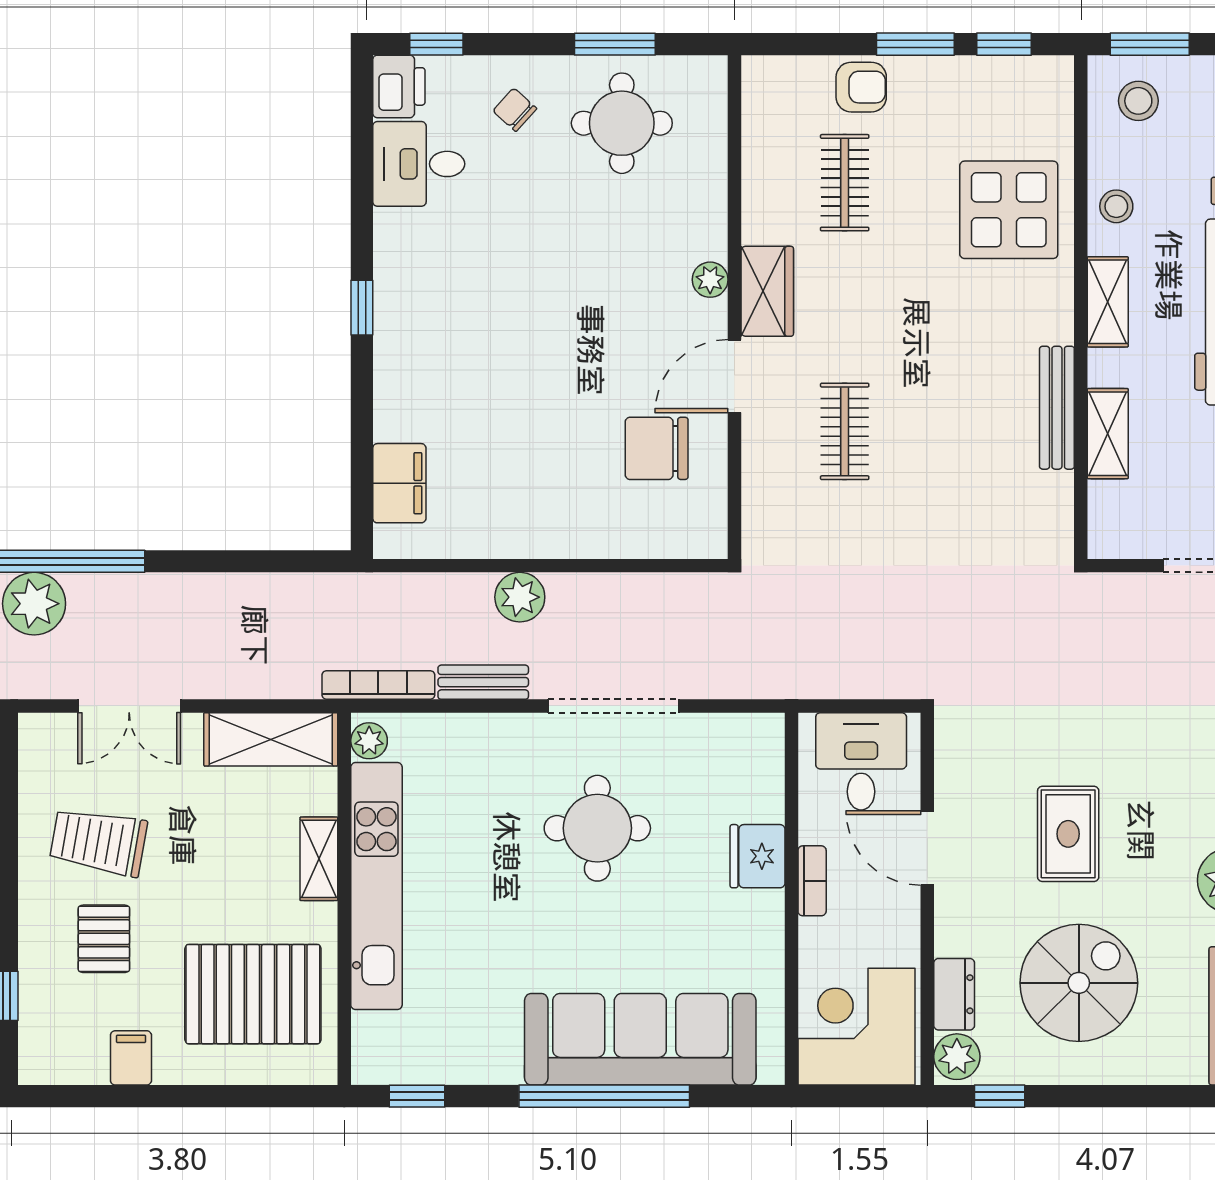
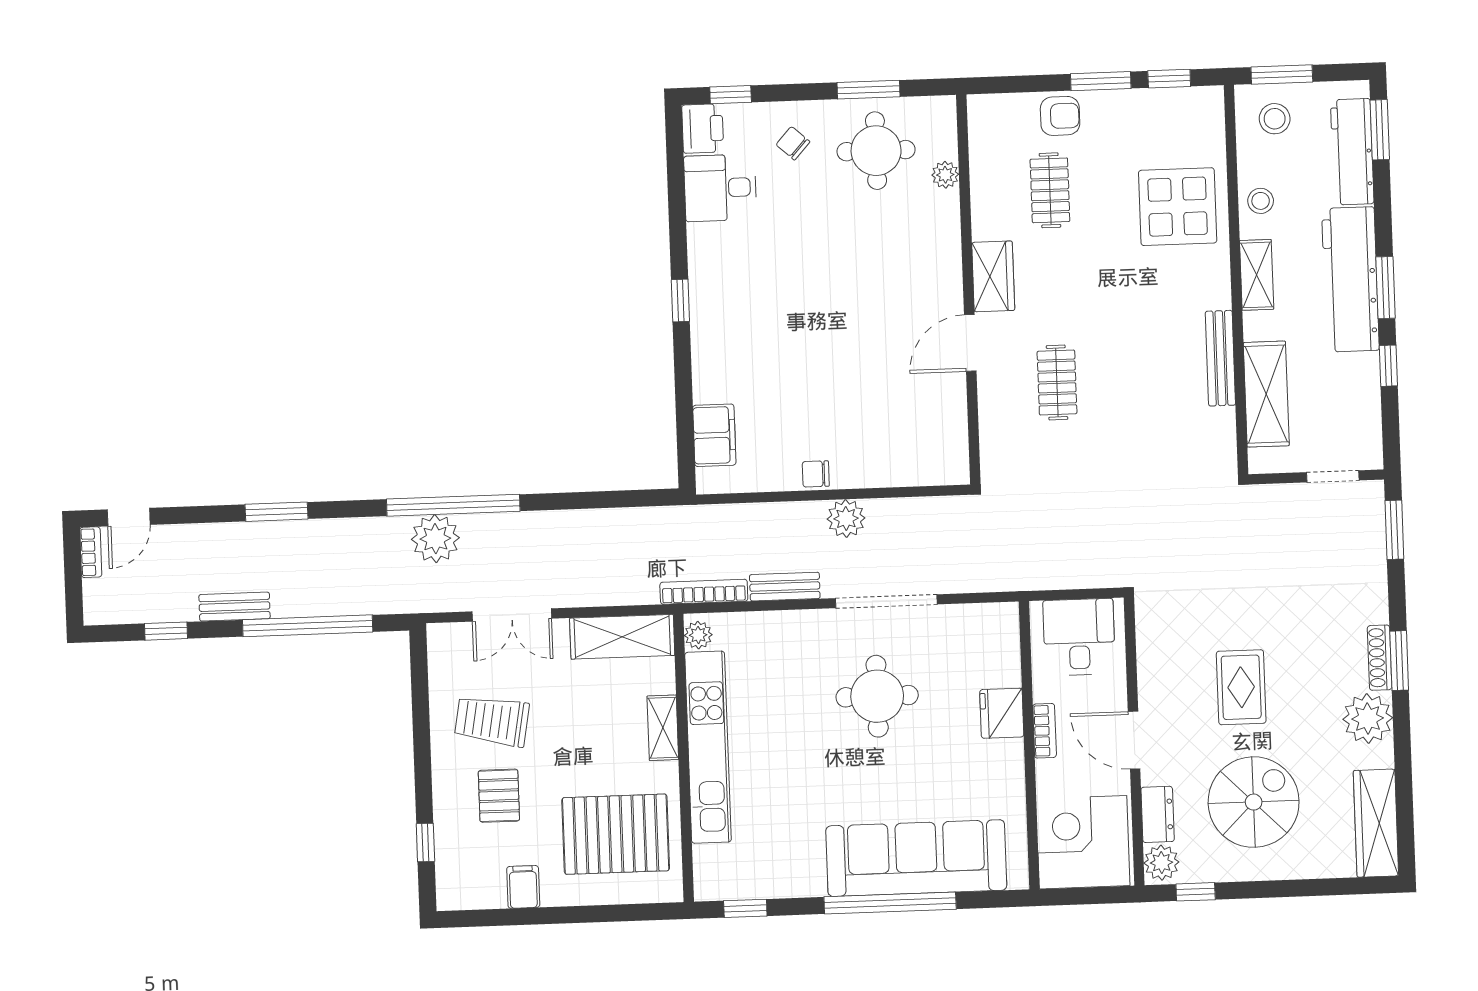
plant: (710, 280) -> (945, 175), moved
shelving: (1108, 434) -> (1266, 394), width x1.50, depth x1.33
chair: (657, 448) -> (816, 474), moved, width x0.54, depth x0.54
plant: (520, 597) -> (846, 518), moved
door: (927, 848) -> (1134, 740), moved

